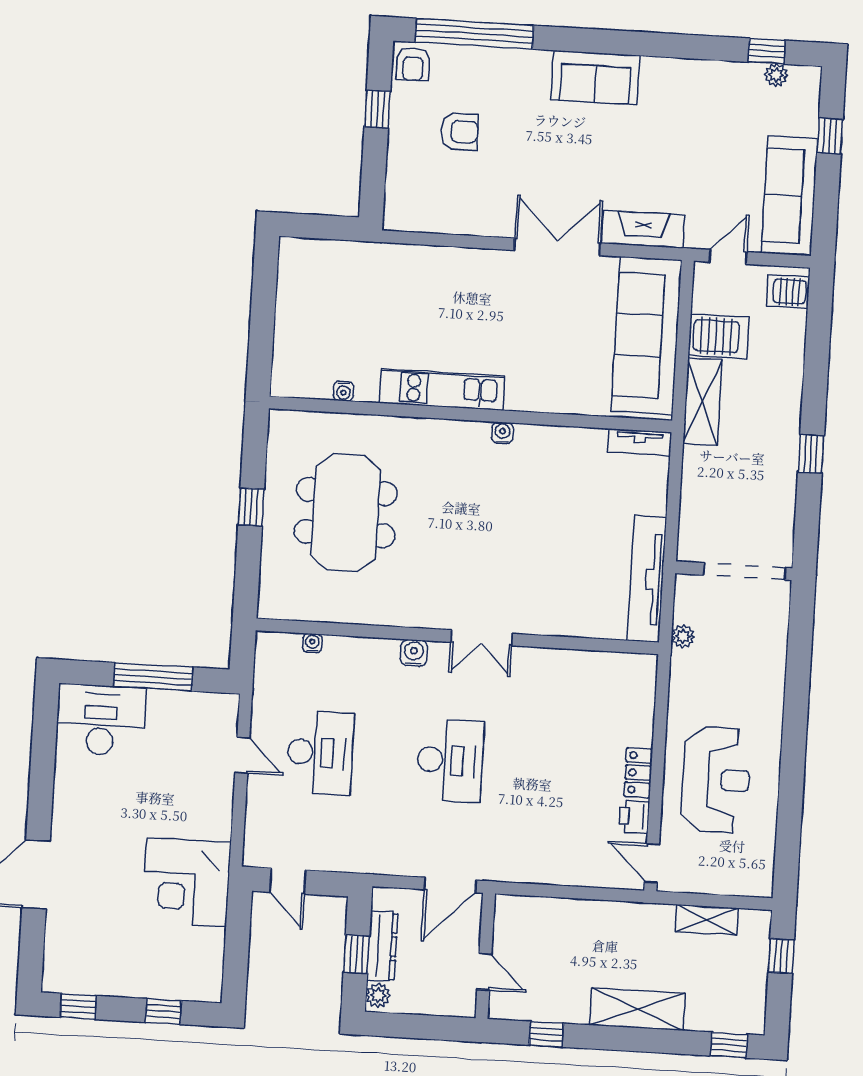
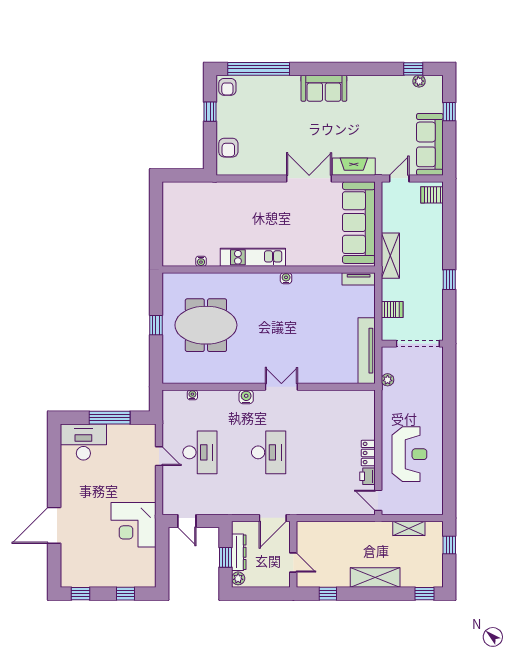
armchair: (459, 131) -> (228, 148), moved, turned 90
server rack: (718, 336) -> (392, 310), moved, width x0.73, depth x0.70
meeting table: (346, 513) -> (206, 325), turned 90
double door: (482, 638) -> (281, 387), swing flipped

